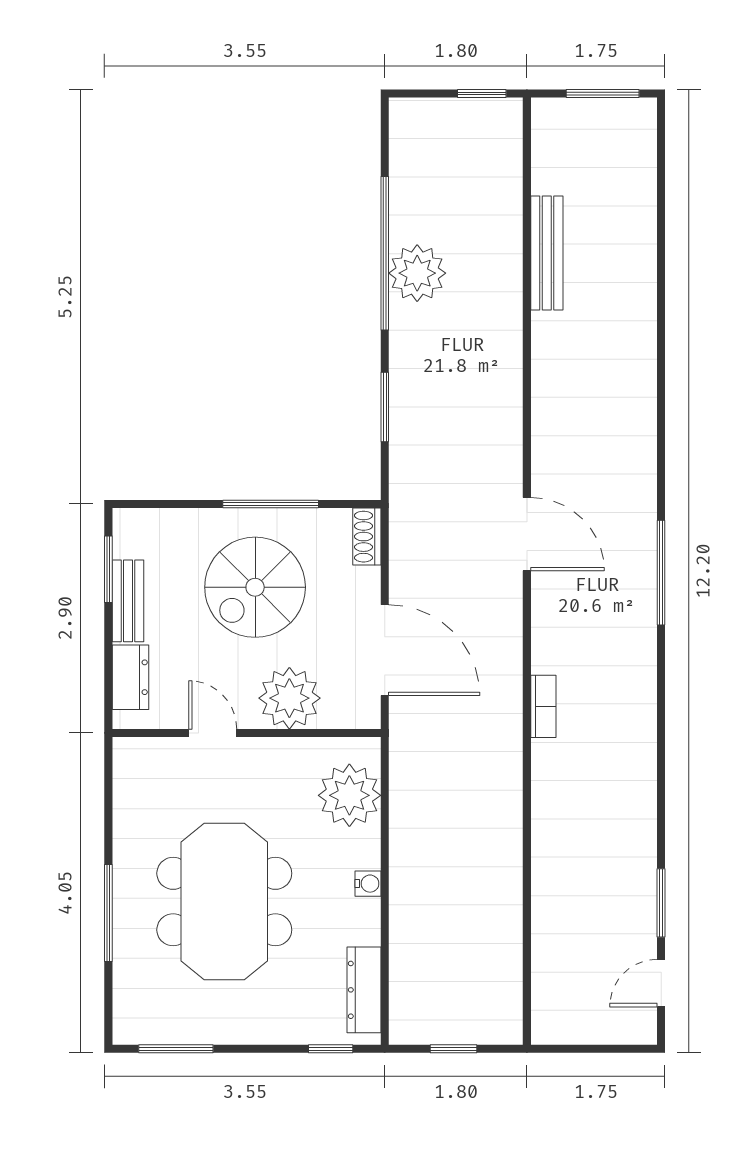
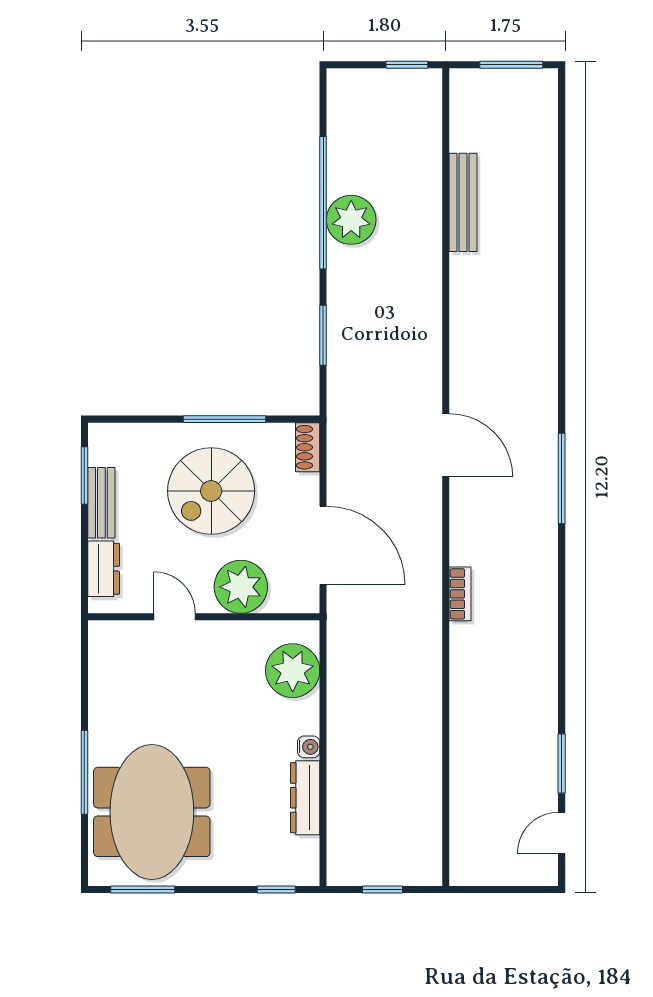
meeting table: (224, 902) -> (152, 812), moved
dresser: (364, 990) -> (305, 798), moved

